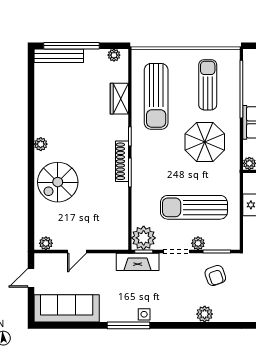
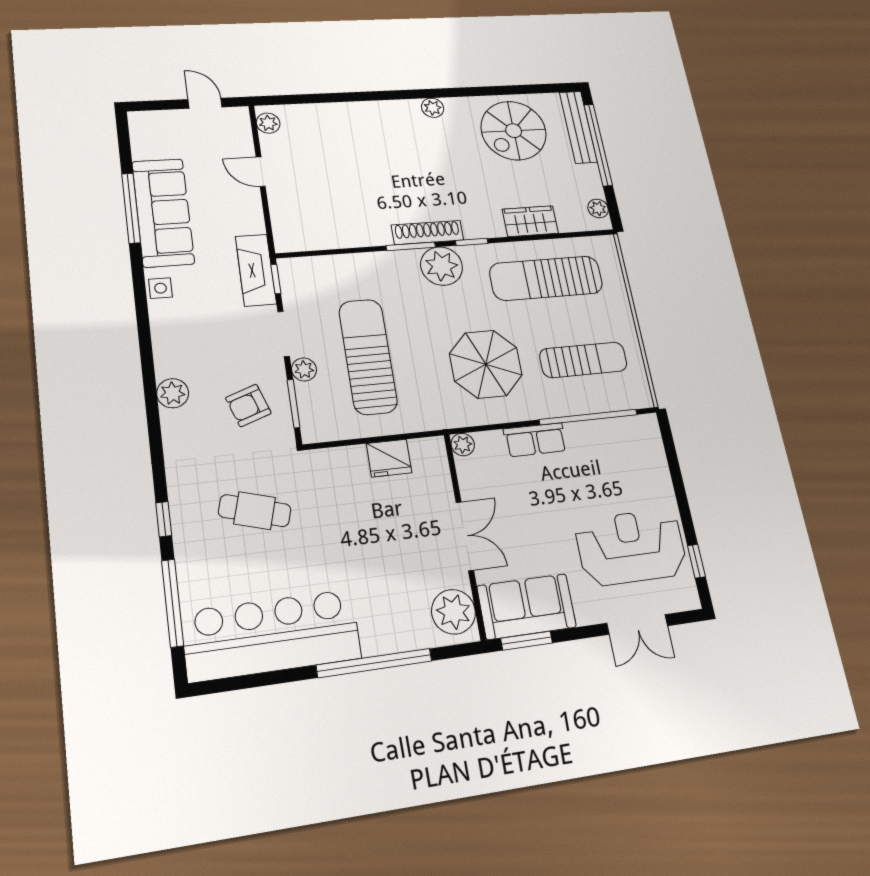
spiral stairs: (58, 182) -> (514, 131), moved, turned -90
plant: (144, 238) -> (442, 266), moved
sofa: (67, 308) -> (163, 212), moved
window: (128, 325) -> (131, 208), moved

